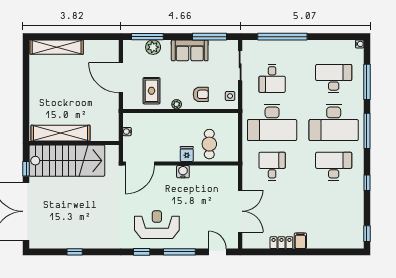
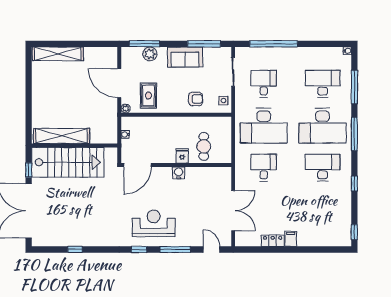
desk: (272, 78) -> (264, 84), turned 180
plant: (177, 104) -> (126, 108), moved

